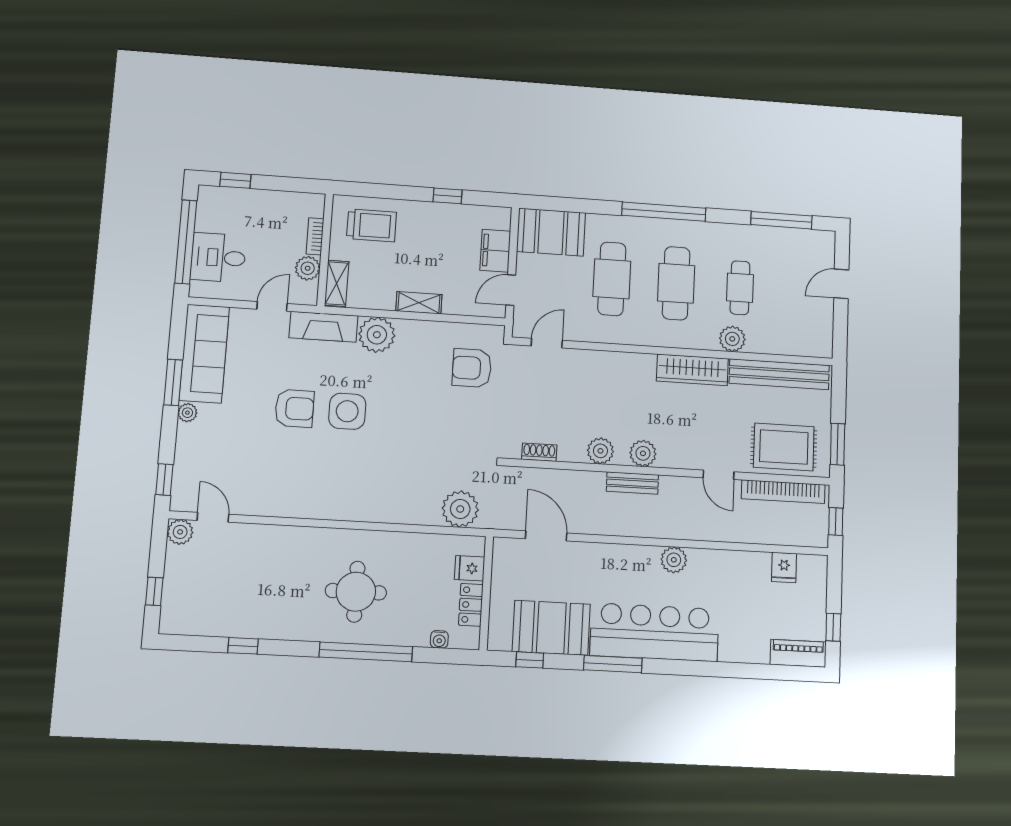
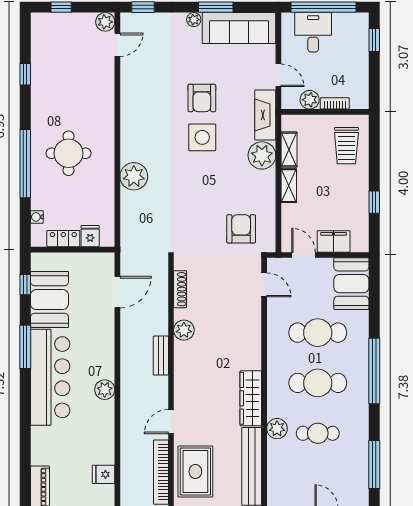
shelving: (337, 283) -> (289, 150), moved, turned 90
shoe rack: (539, 452) -> (180, 289), width x1.43
plant: (643, 453) -> (184, 363), removed
plant: (460, 509) -> (134, 176), moved

